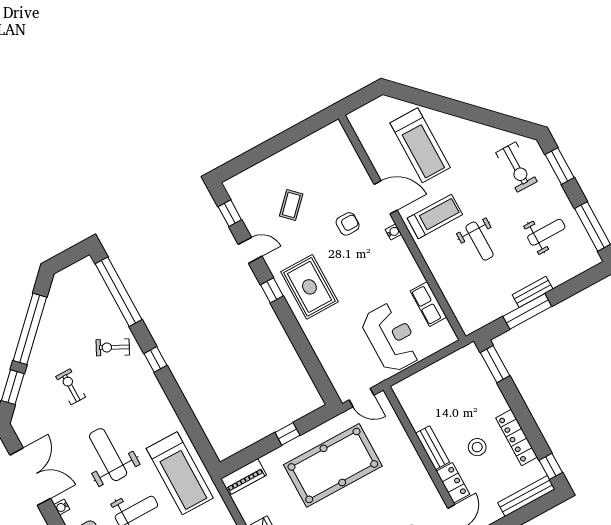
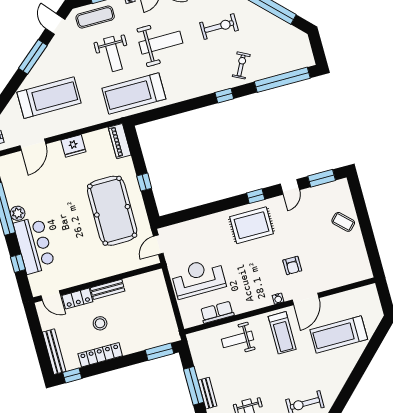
coffee table: (291, 205) -> (343, 222), moved
window: (230, 213) -> (322, 178), width x1.50
weight bench: (480, 241) -> (238, 339), moved
reception desk: (391, 338) -> (198, 278), turned 180
exercise bike: (71, 387) -> (219, 27), width x1.38, depth x1.39

